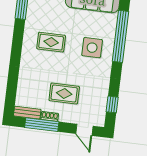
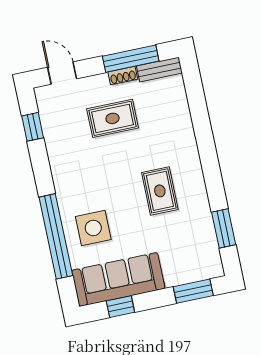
rug: (51, 42) -> (160, 191), turned 90
side table: (92, 48) -> (93, 228), moved

